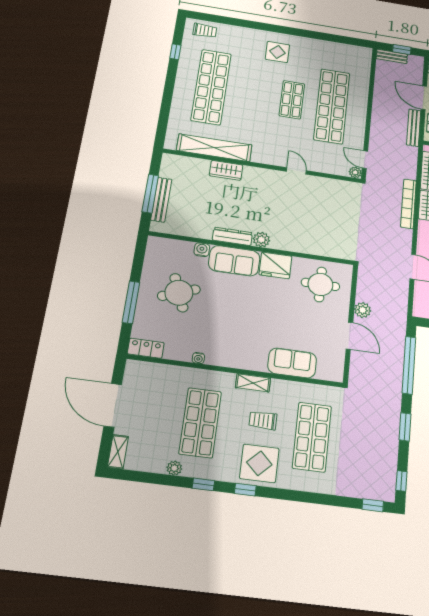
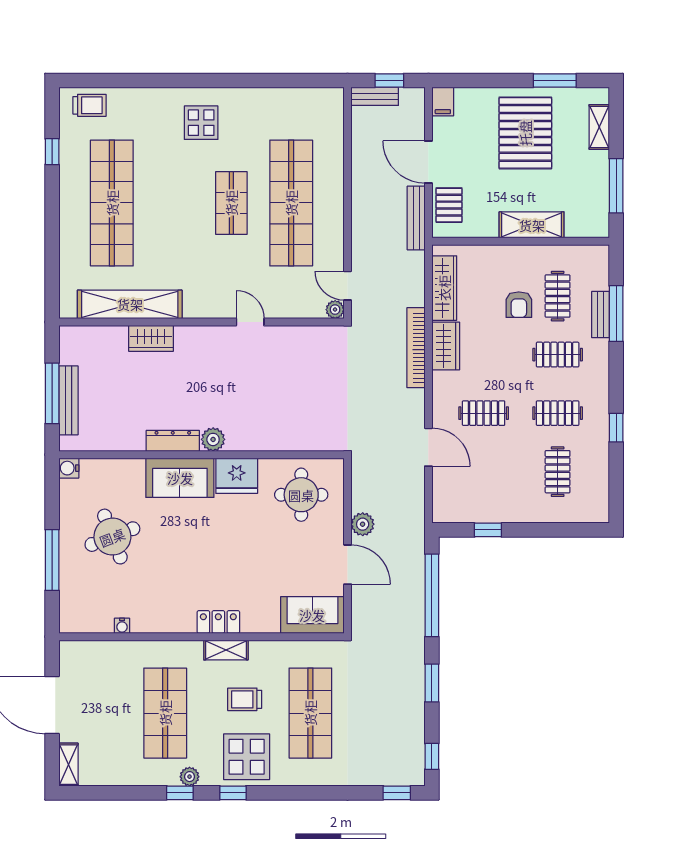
water cooler: (202, 250) -> (69, 468), moved, turned -90
locker: (146, 348) -> (218, 622), moved
water cooler: (198, 358) -> (122, 626), moved
sofa: (292, 363) -> (312, 615), moved
plant: (174, 468) -> (190, 777), moved

